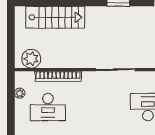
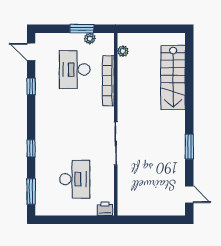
plant: (31, 59) -> (123, 51), width x0.53, depth x0.53
window: (11, 100) -> (82, 29), added

